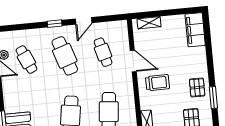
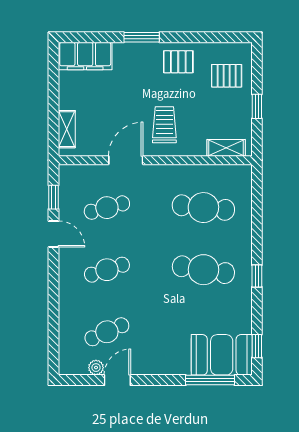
window: (55, 24) -> (54, 197), moved
cafe table: (65, 56) -> (107, 270), width x0.73, depth x0.74
window: (213, 98) -> (142, 37), moved

